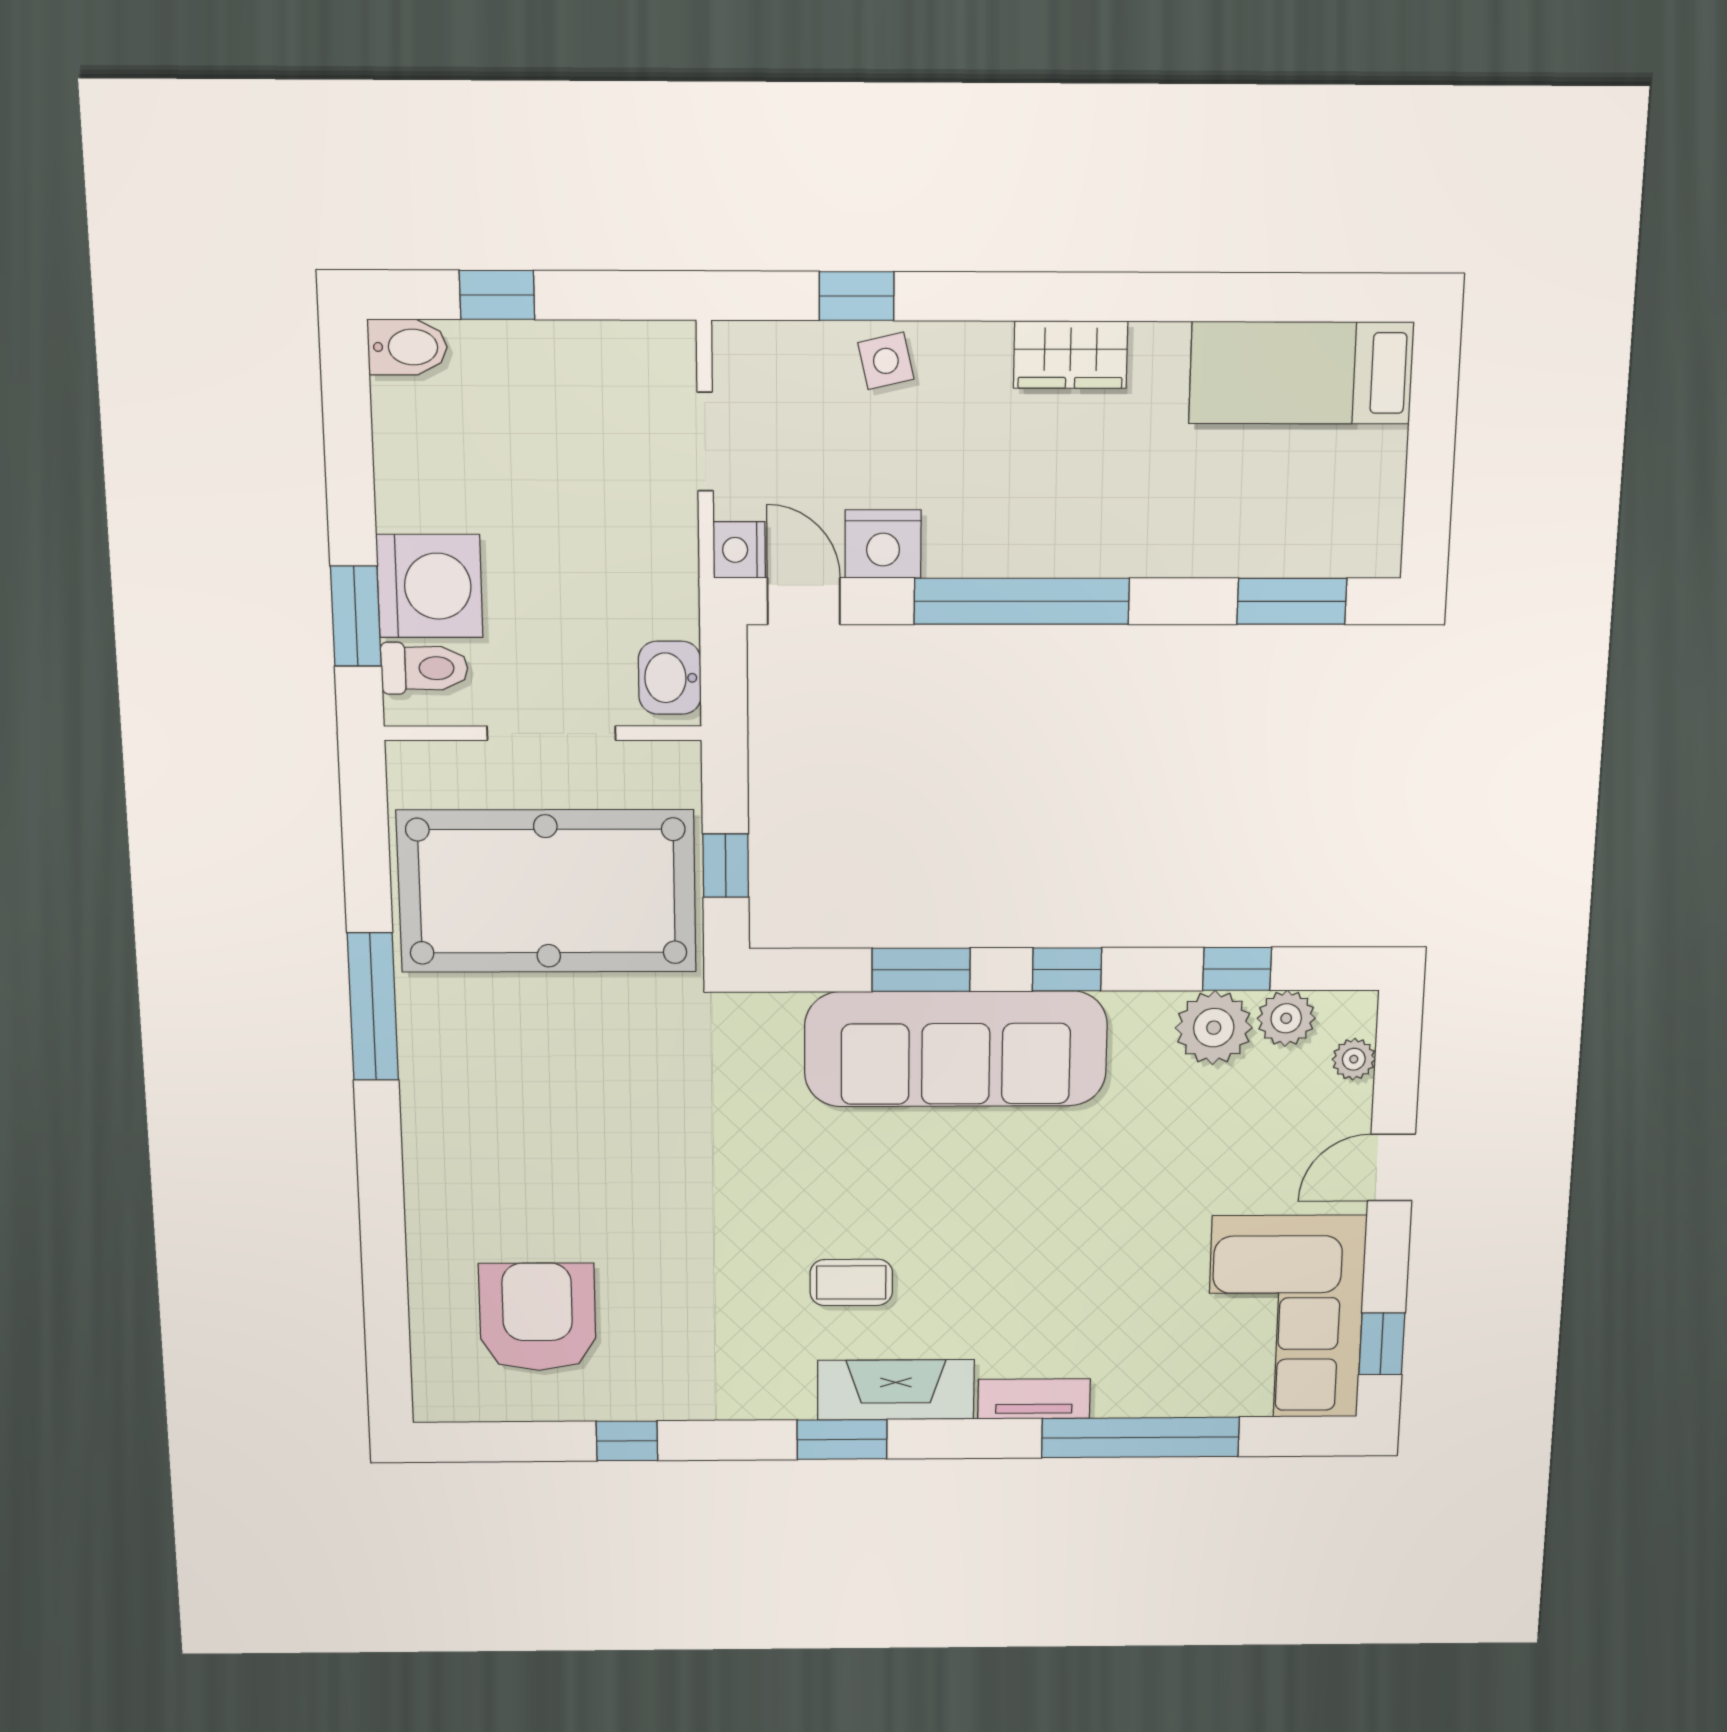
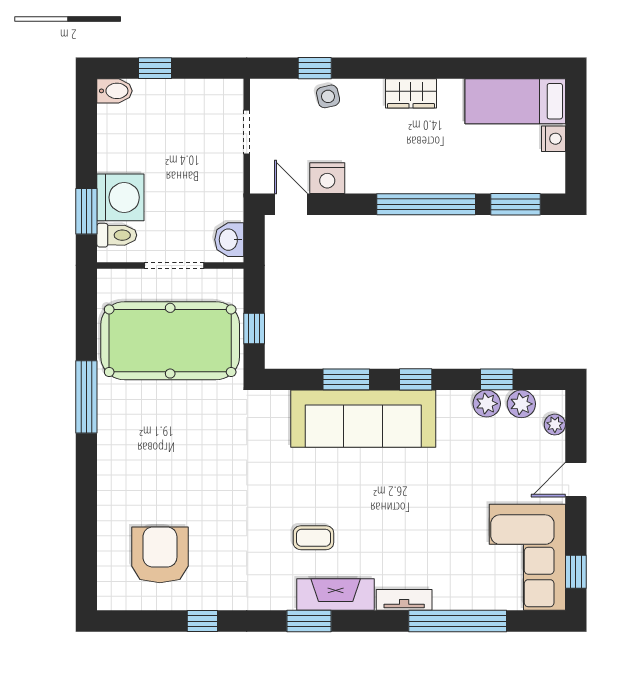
nightstand: (739, 550) -> (554, 139), moved, turned 180
window: (1022, 601) -> (426, 204), moved
plant: (1214, 1028) -> (487, 404), width x0.73, depth x0.73

